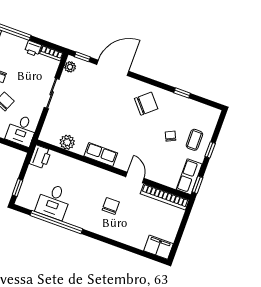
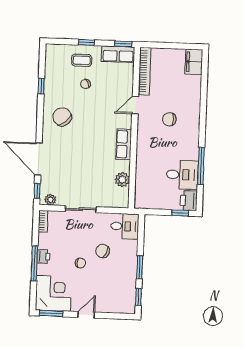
printer: (33, 48) -> (44, 256), moved
printer: (40, 157) -> (189, 201), moved, turned -90
window: (56, 222) -> (201, 166), width x0.68

